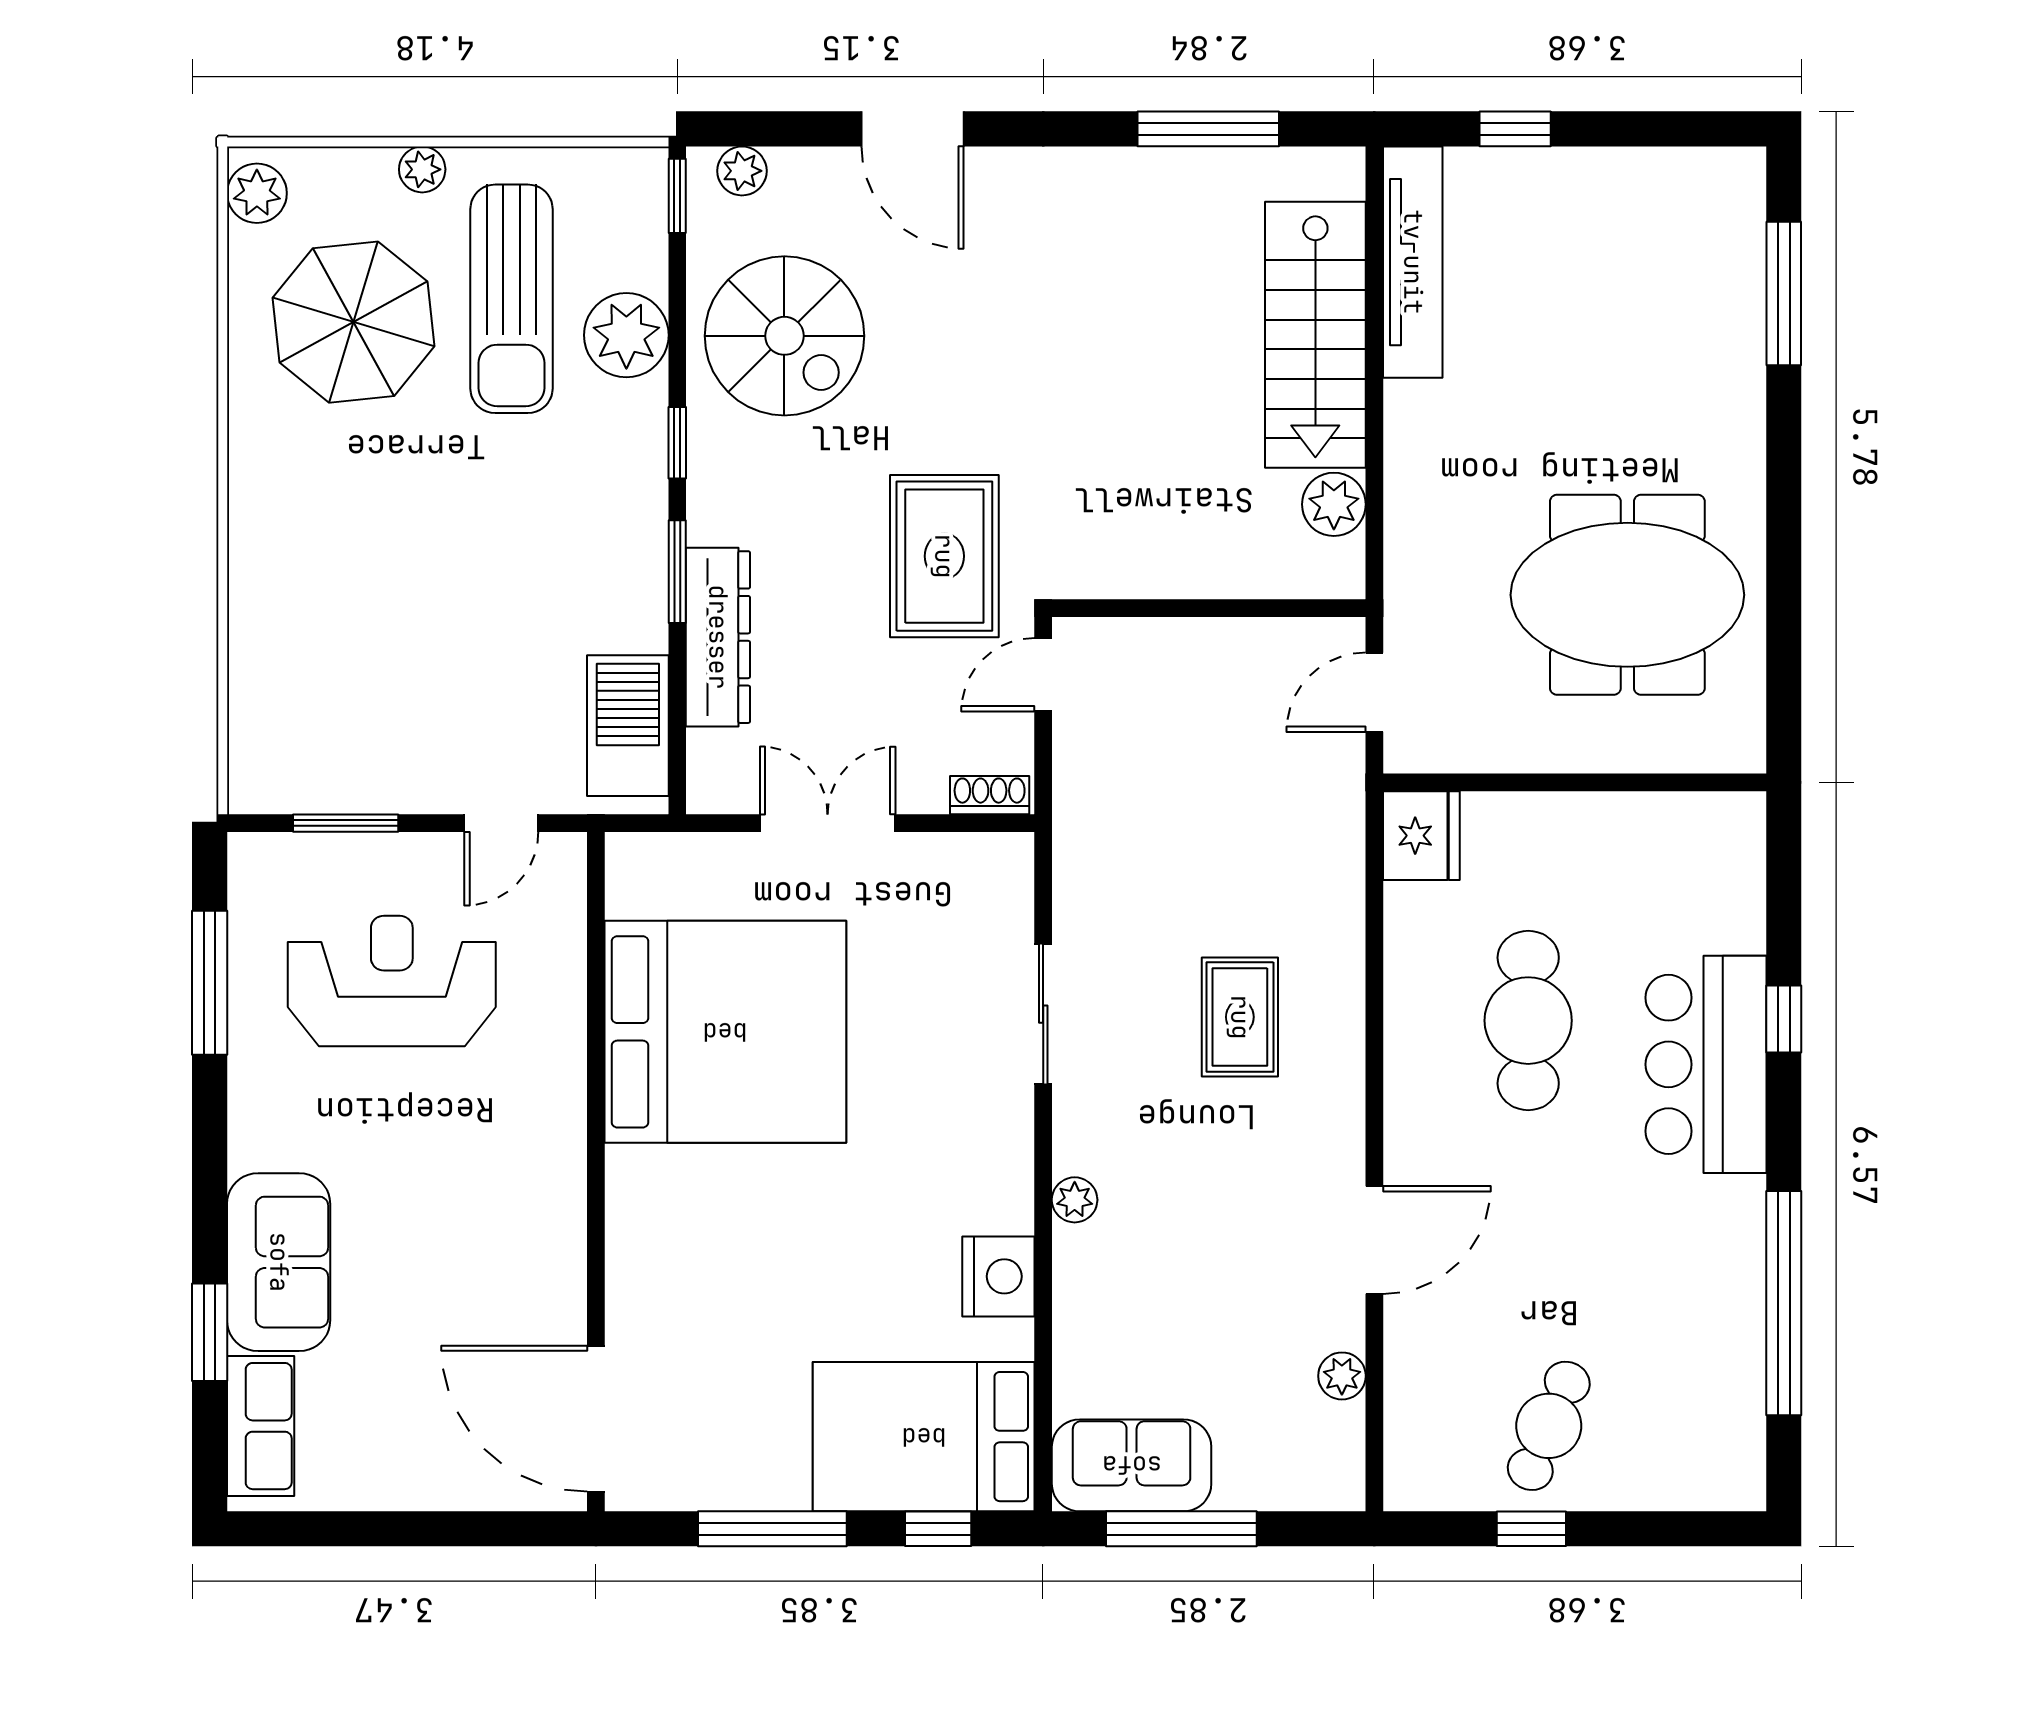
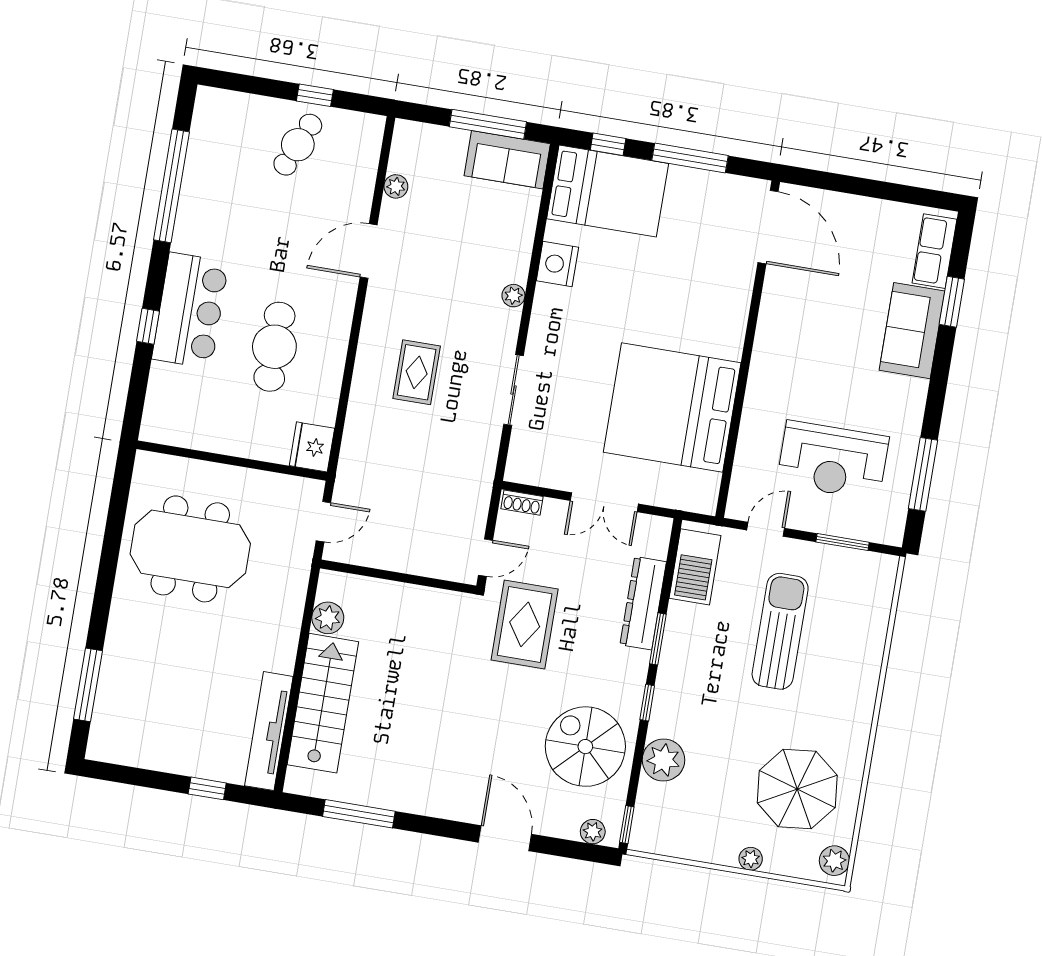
sun lounger: (512, 299) -> (780, 631), moved

